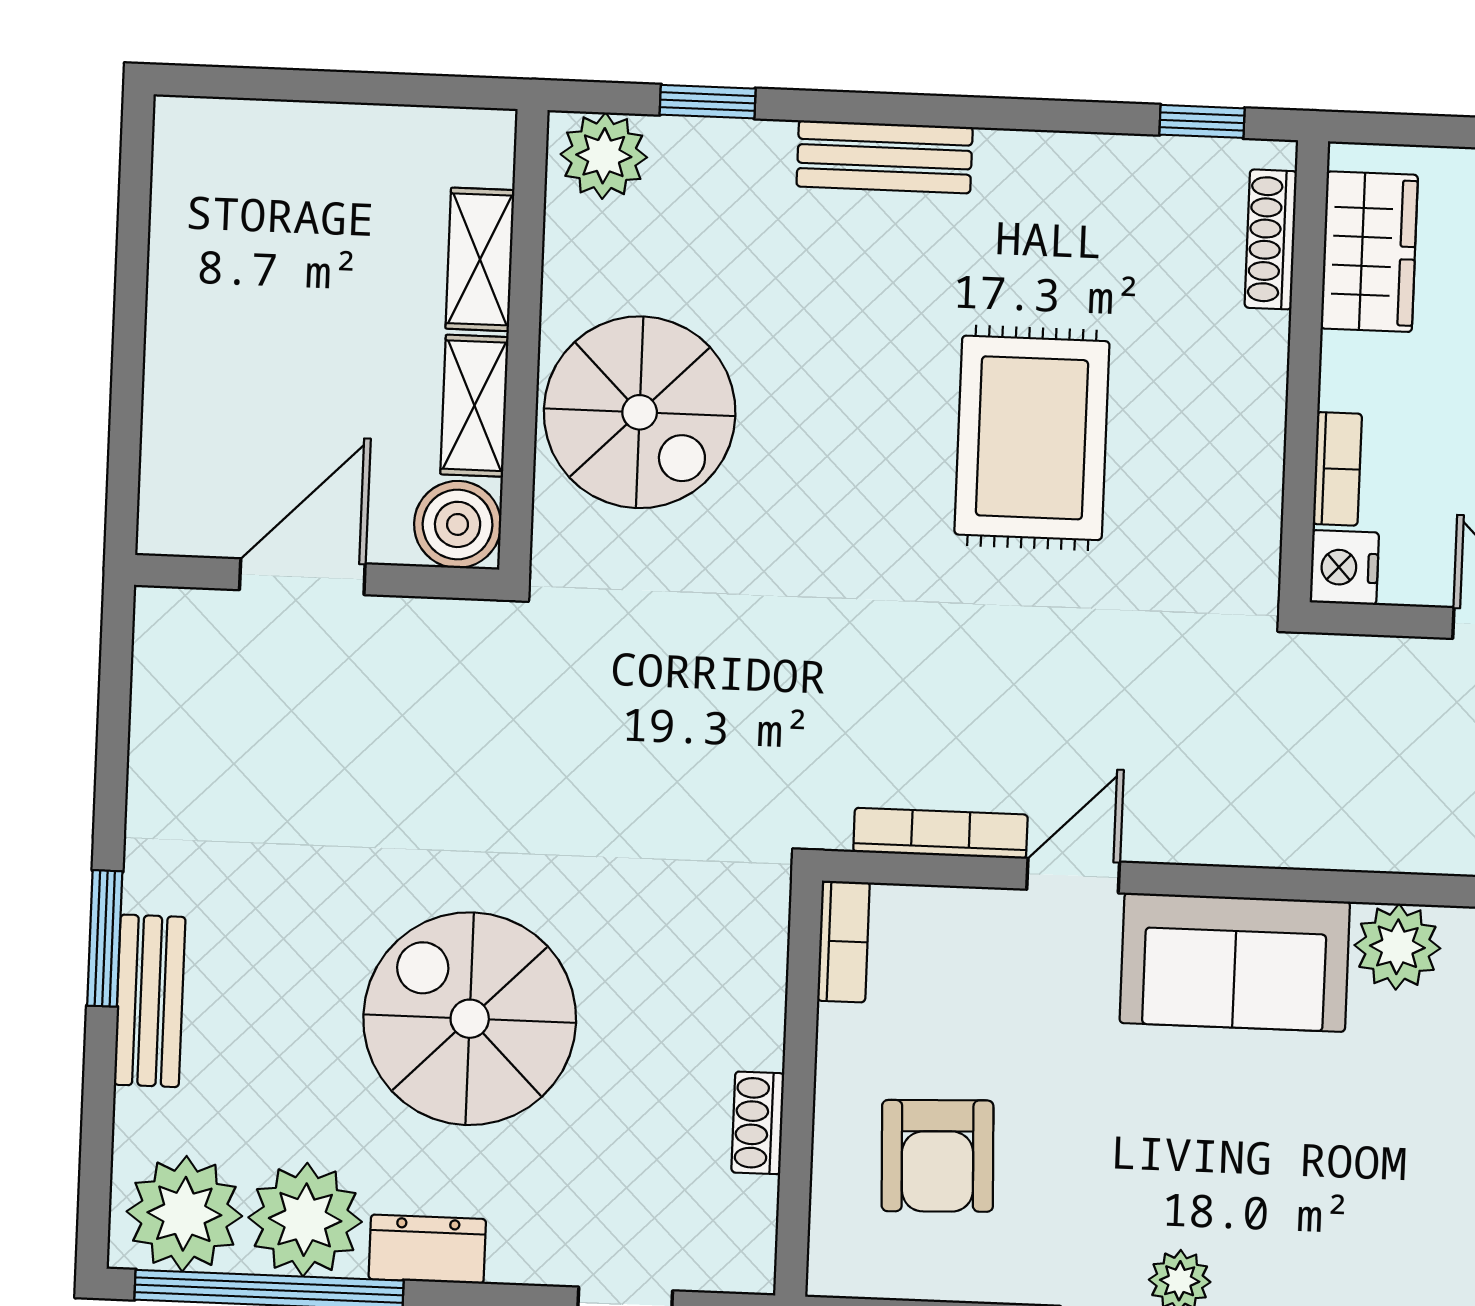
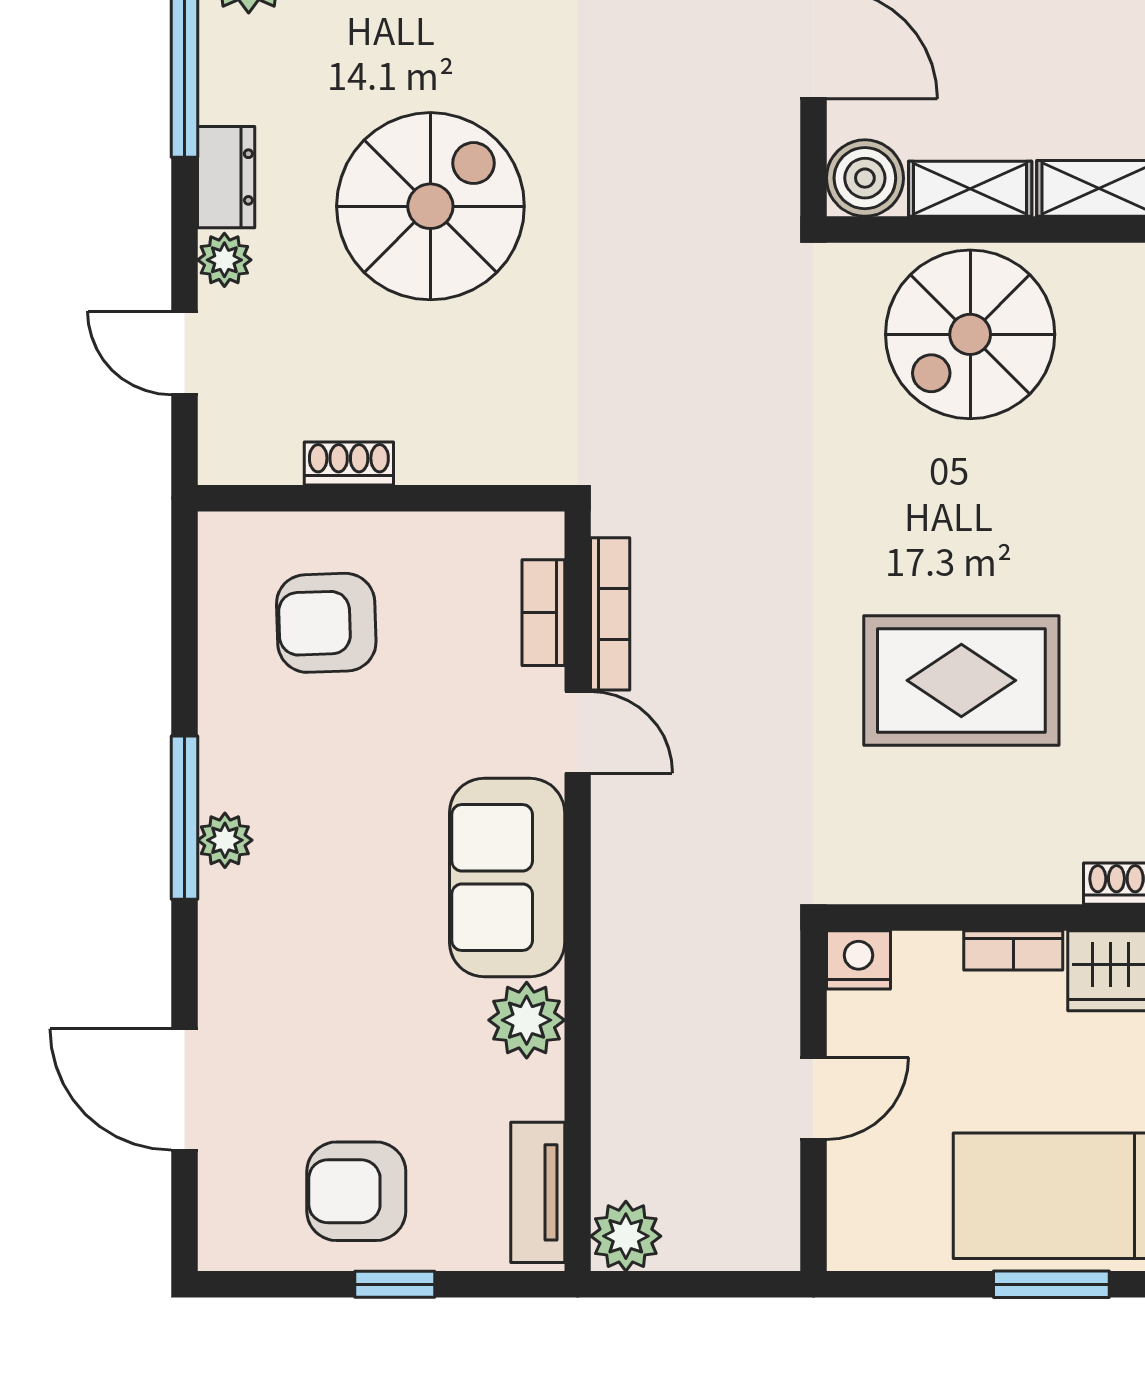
bookcase: (1337, 469) -> (1013, 950), moved
bookcase: (843, 941) -> (543, 613), moved, turned 90
plant: (305, 1220) -> (224, 260), moved, width x0.53, depth x0.53

